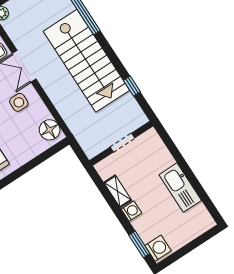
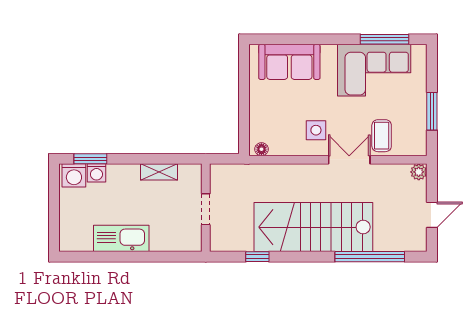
floor lamp: (50, 130) -> (261, 149), width x0.53, depth x0.53
washing machine: (131, 211) -> (96, 173), moved

